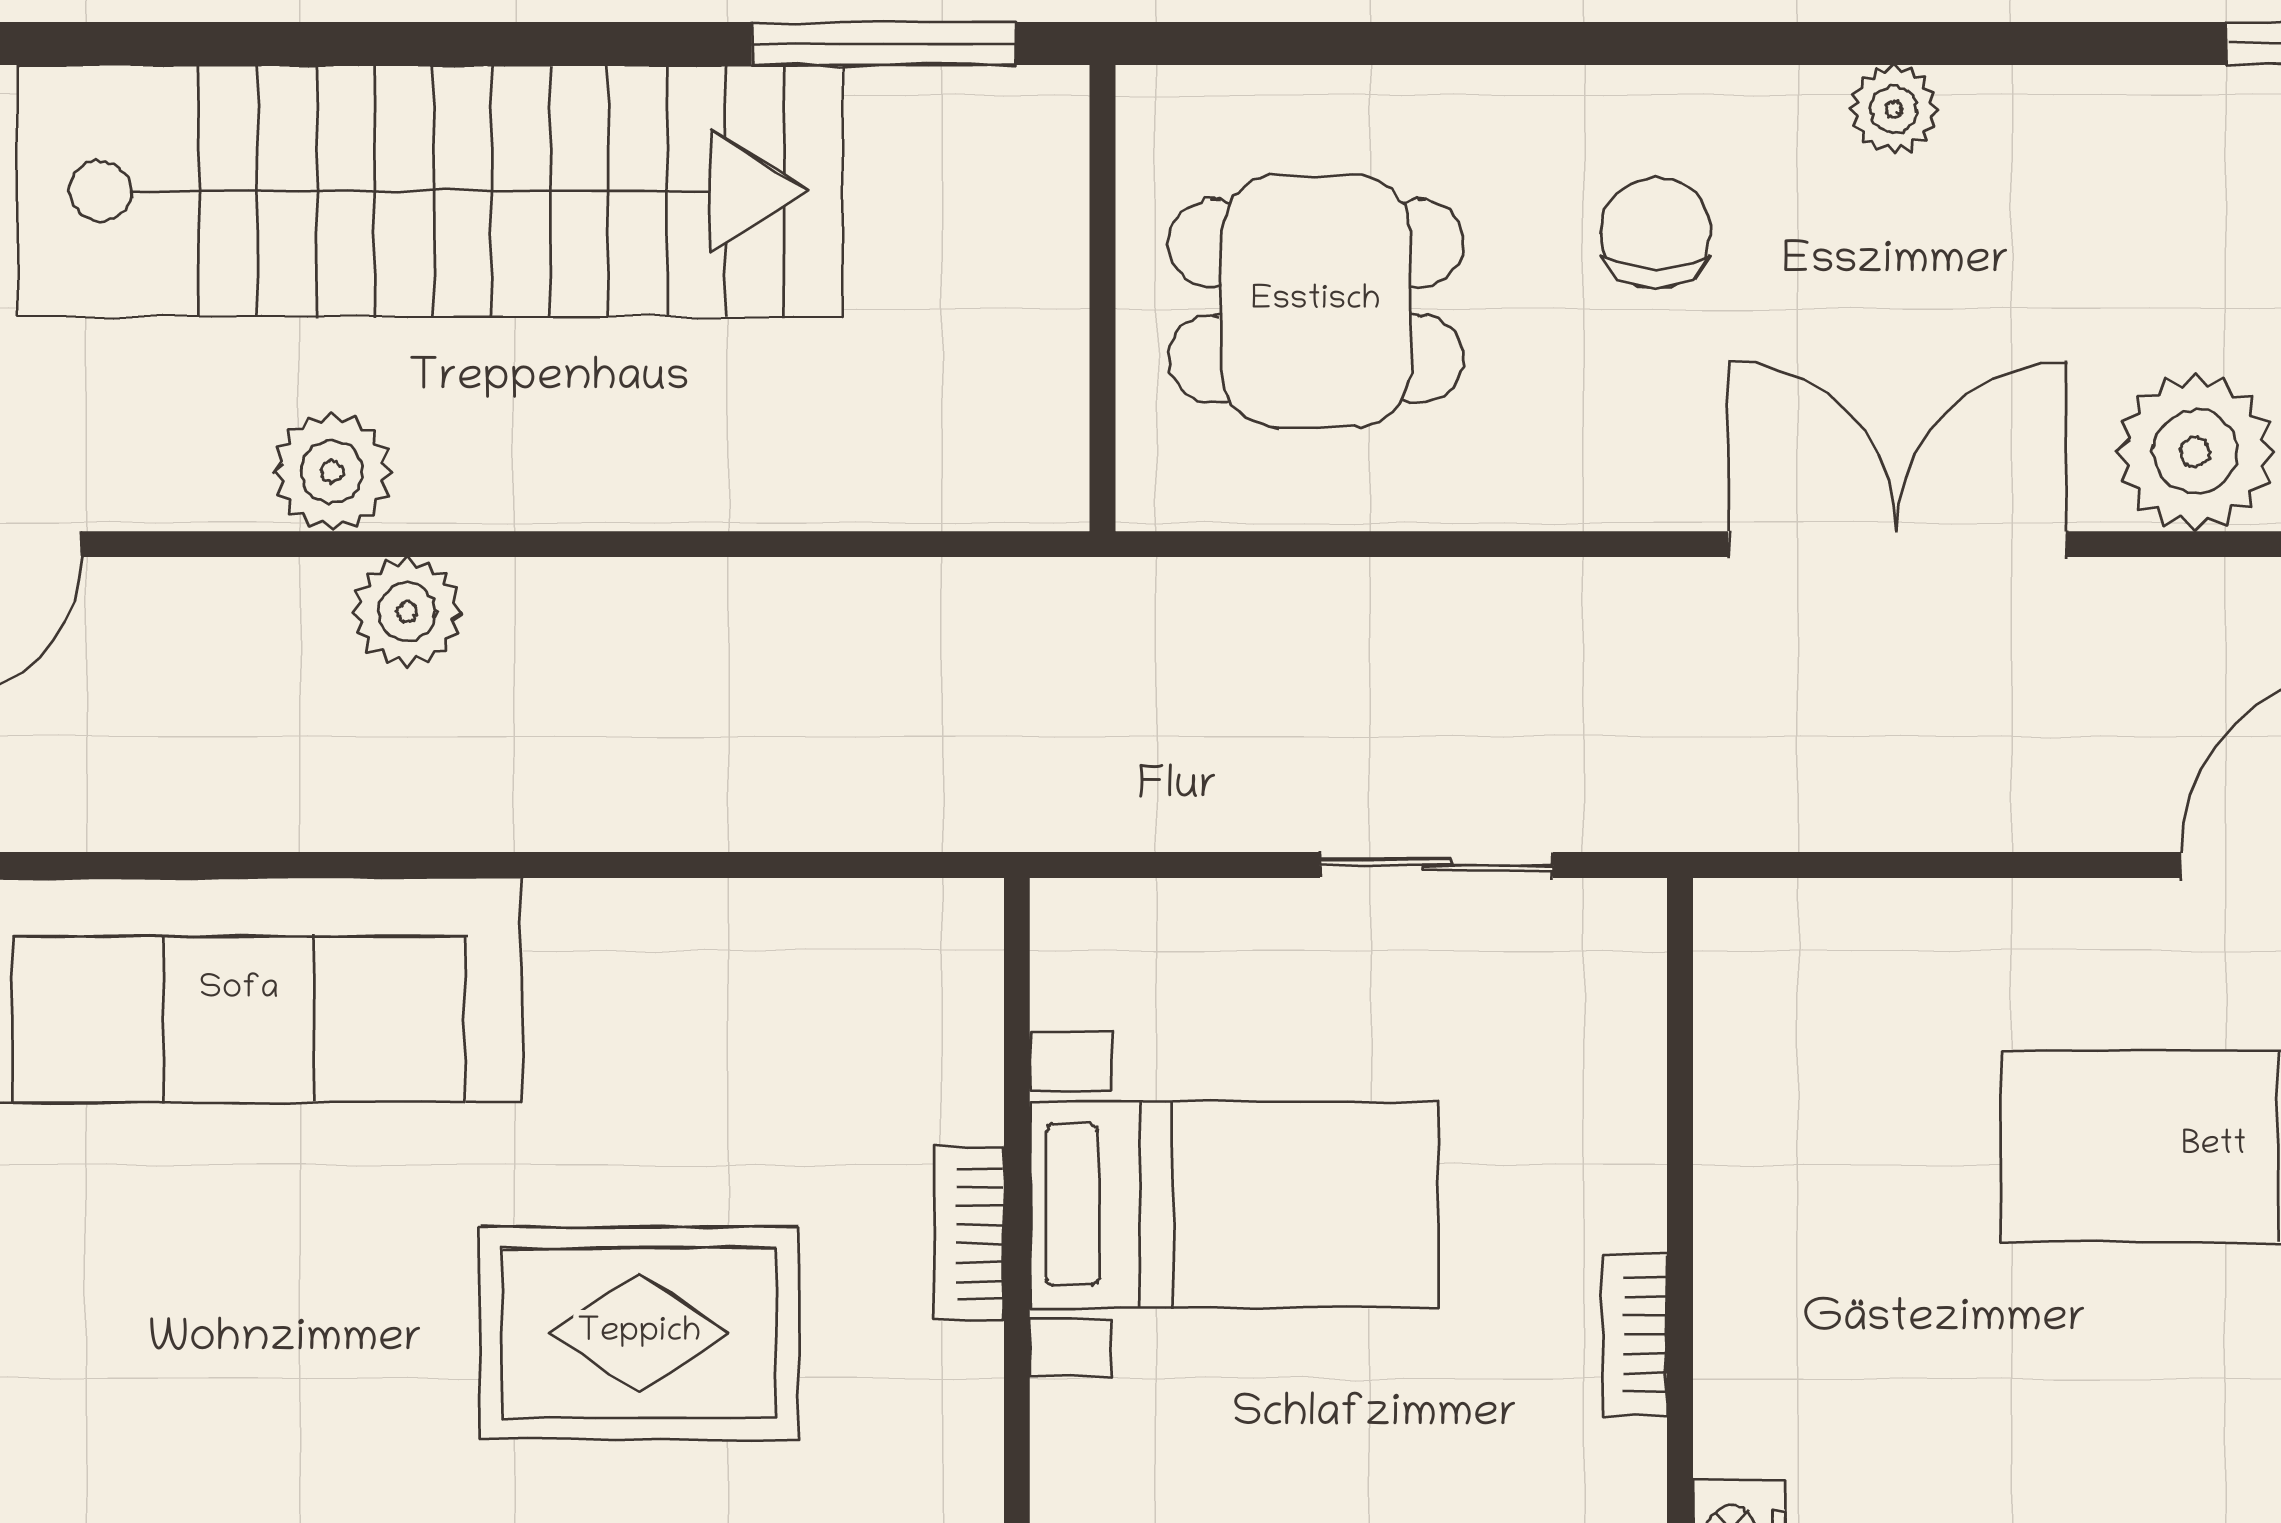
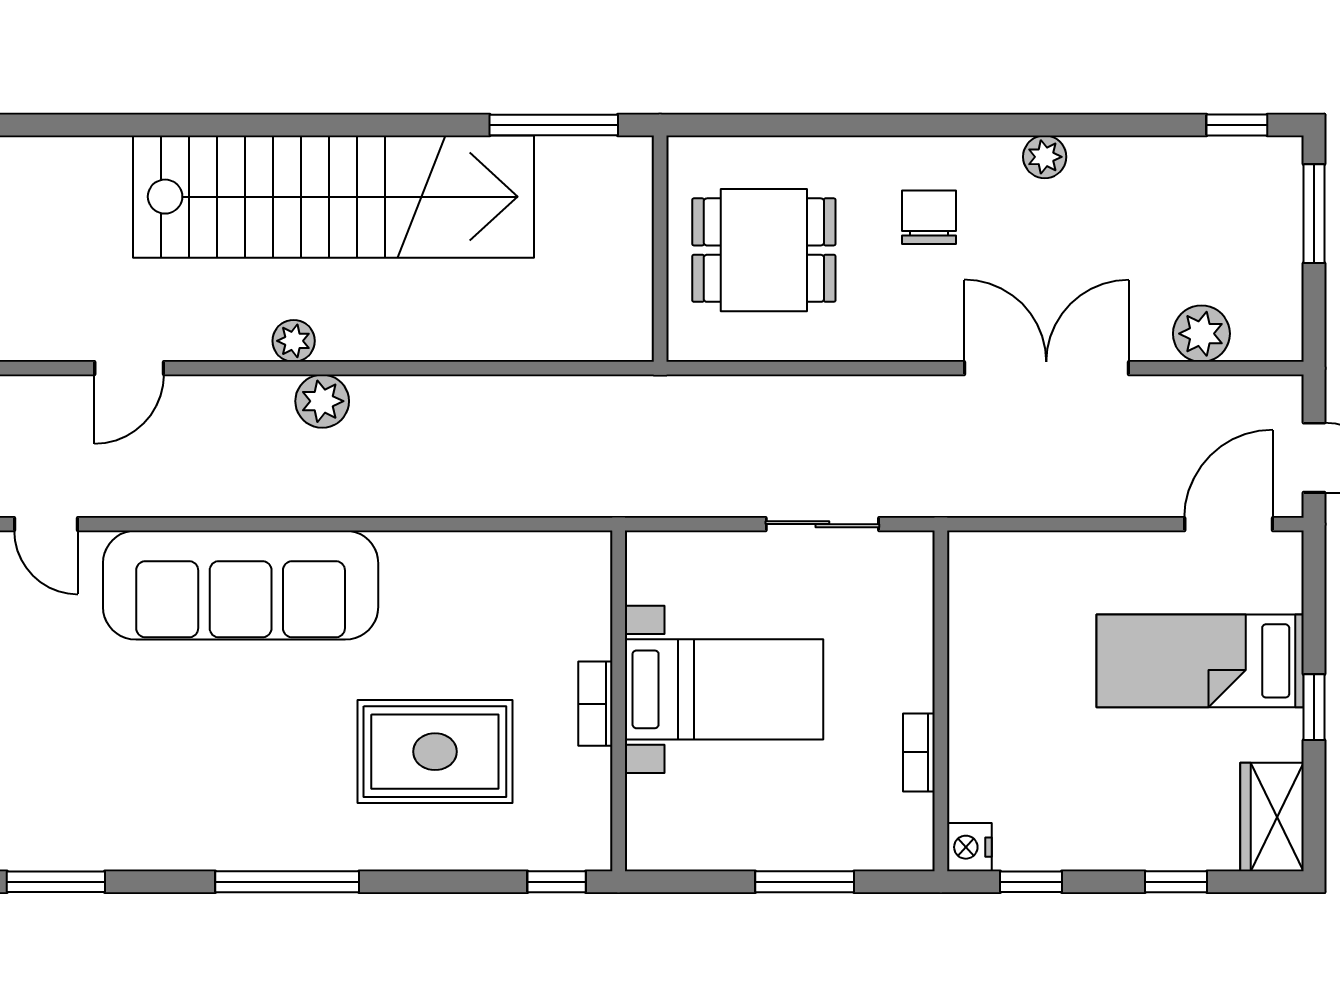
plant: (2195, 452) -> (1201, 334), width x0.73, depth x0.73
plant: (332, 472) -> (294, 341), width x0.73, depth x0.73

